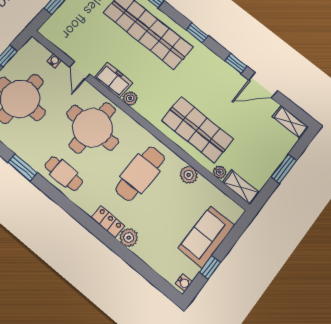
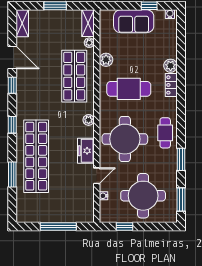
plant: (130, 98) -> (89, 120), moved

